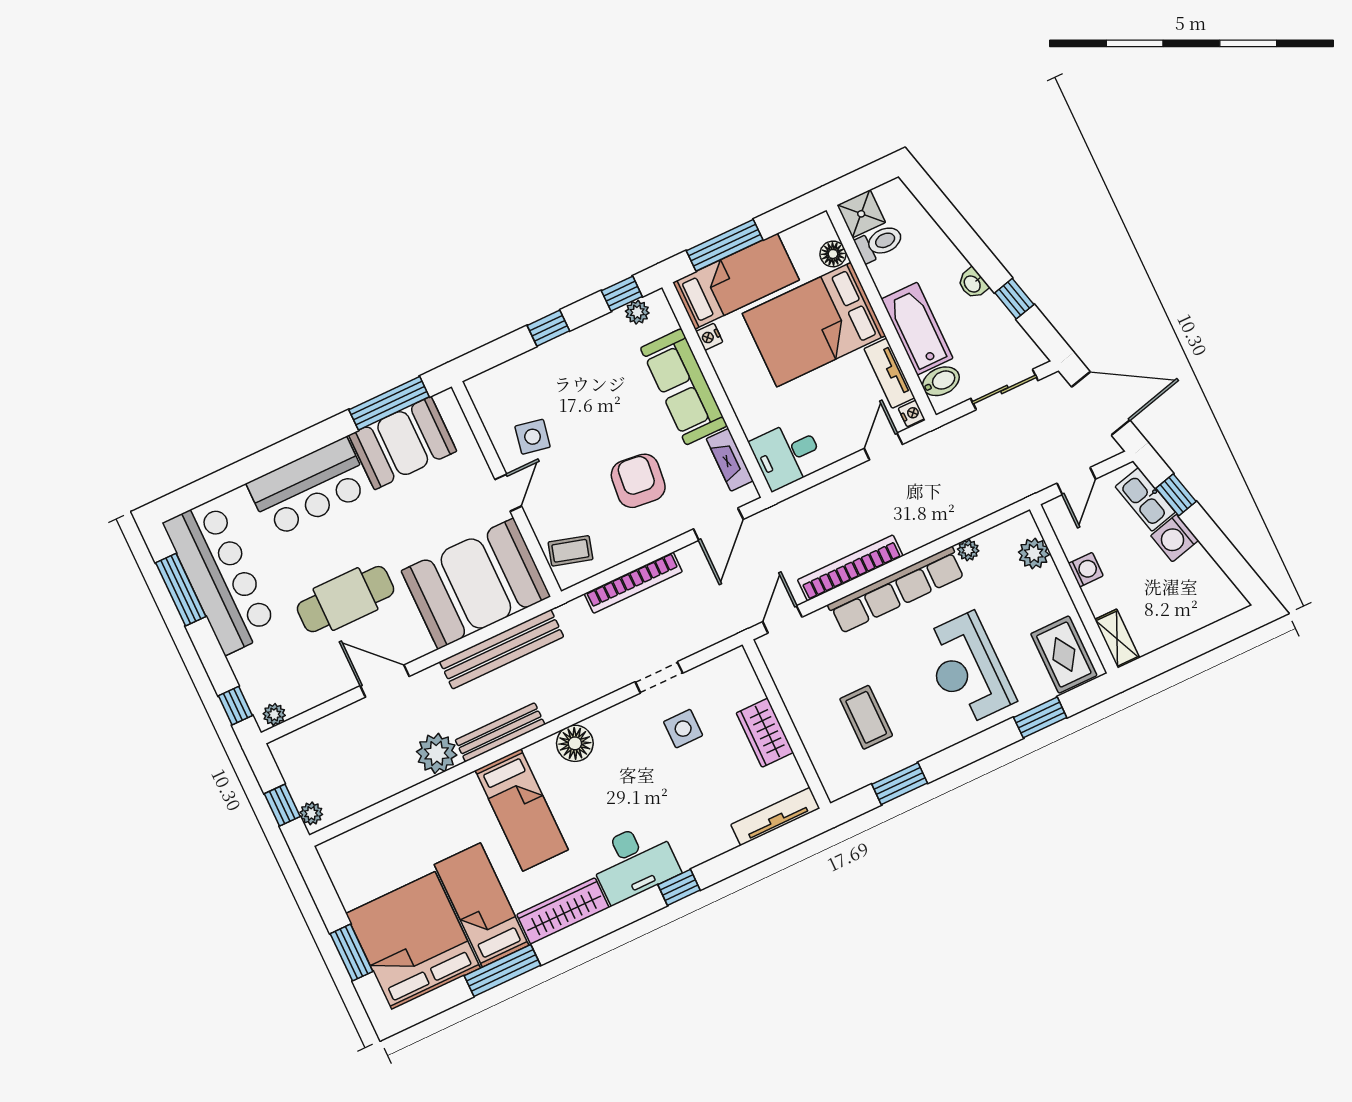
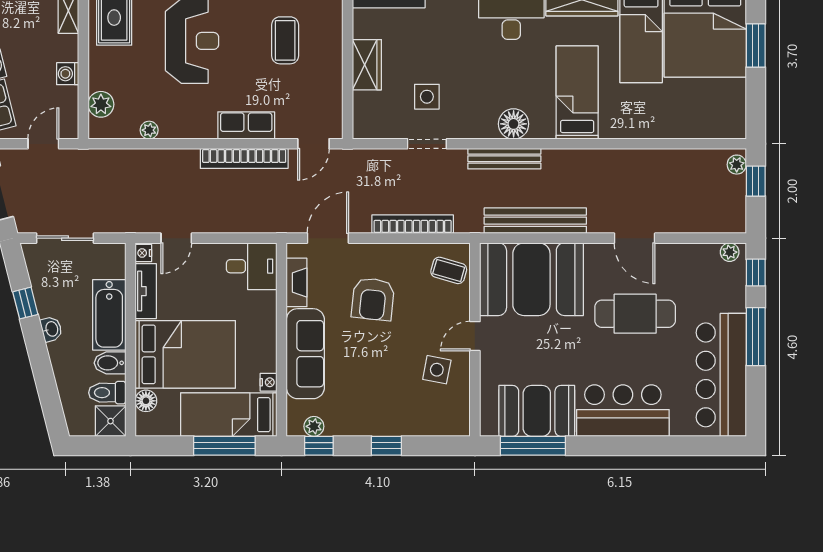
bidet: (941, 381) -> (110, 363), moved
window: (181, 590) -> (756, 337), moved
row of seats: (896, 590) -> (246, 125), width x0.50
bench: (500, 732) -> (504, 159), moved
plant: (437, 753) -> (621, 165), removed

